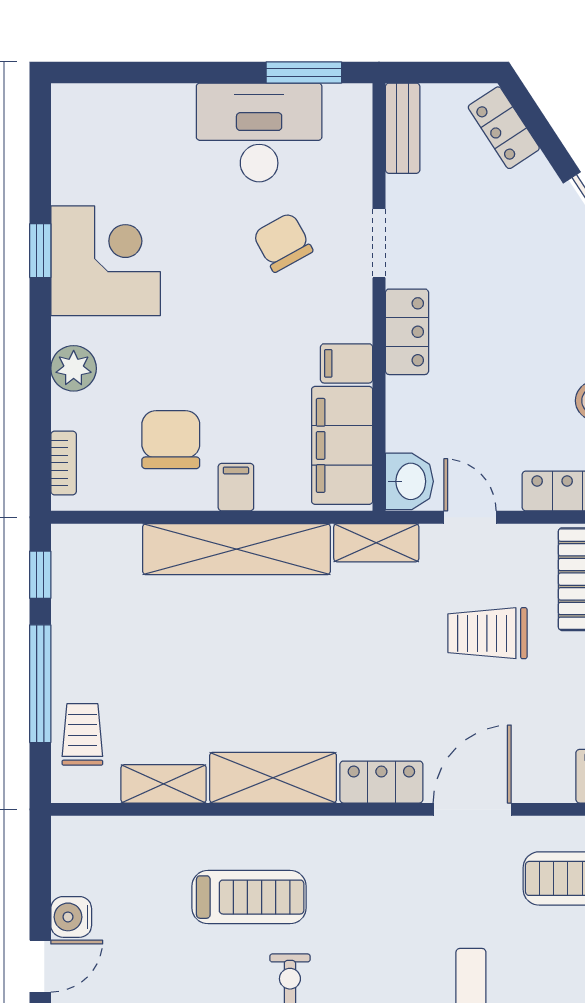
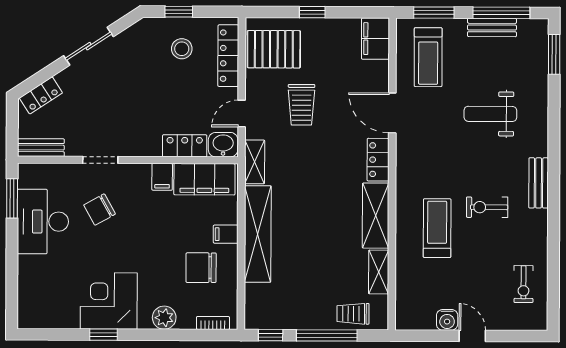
locker: (407, 332) -> (185, 146), moved

